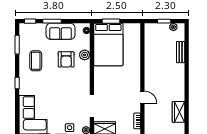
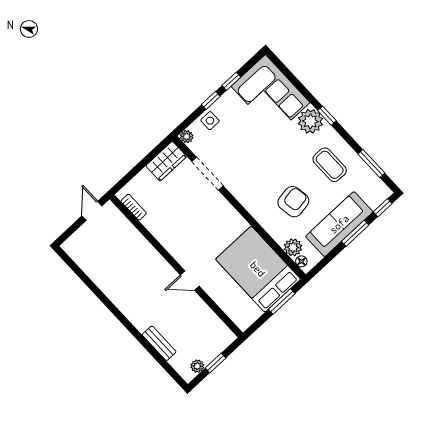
sofa: (61, 31) -> (339, 224), width x1.36
plant: (85, 55) -> (293, 247), moved
armchair: (66, 59) -> (293, 202), turned 81
plant: (27, 87) -> (310, 121), added
door: (142, 97) -> (190, 281), moved
wardrobe: (179, 112) -> (92, 266), removed

